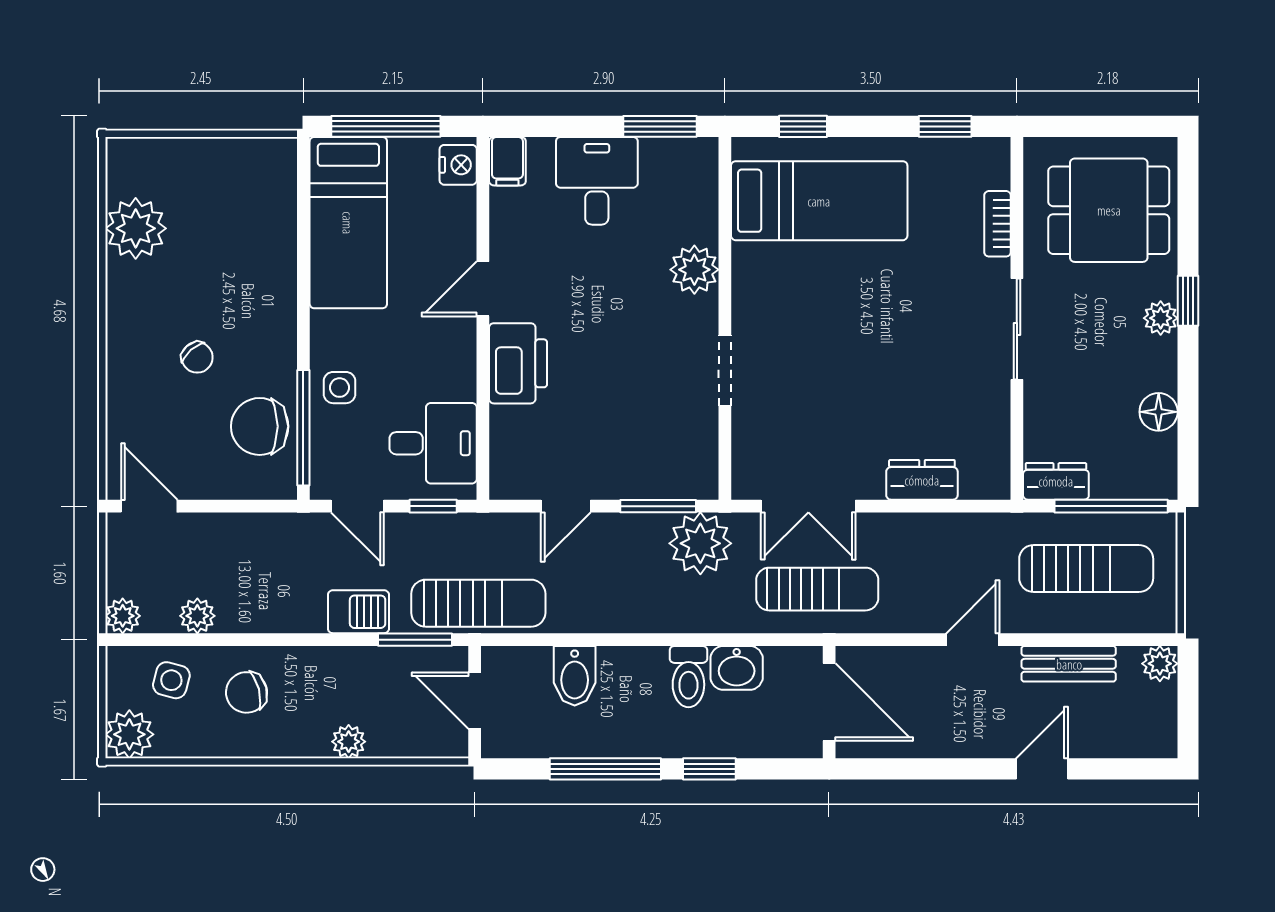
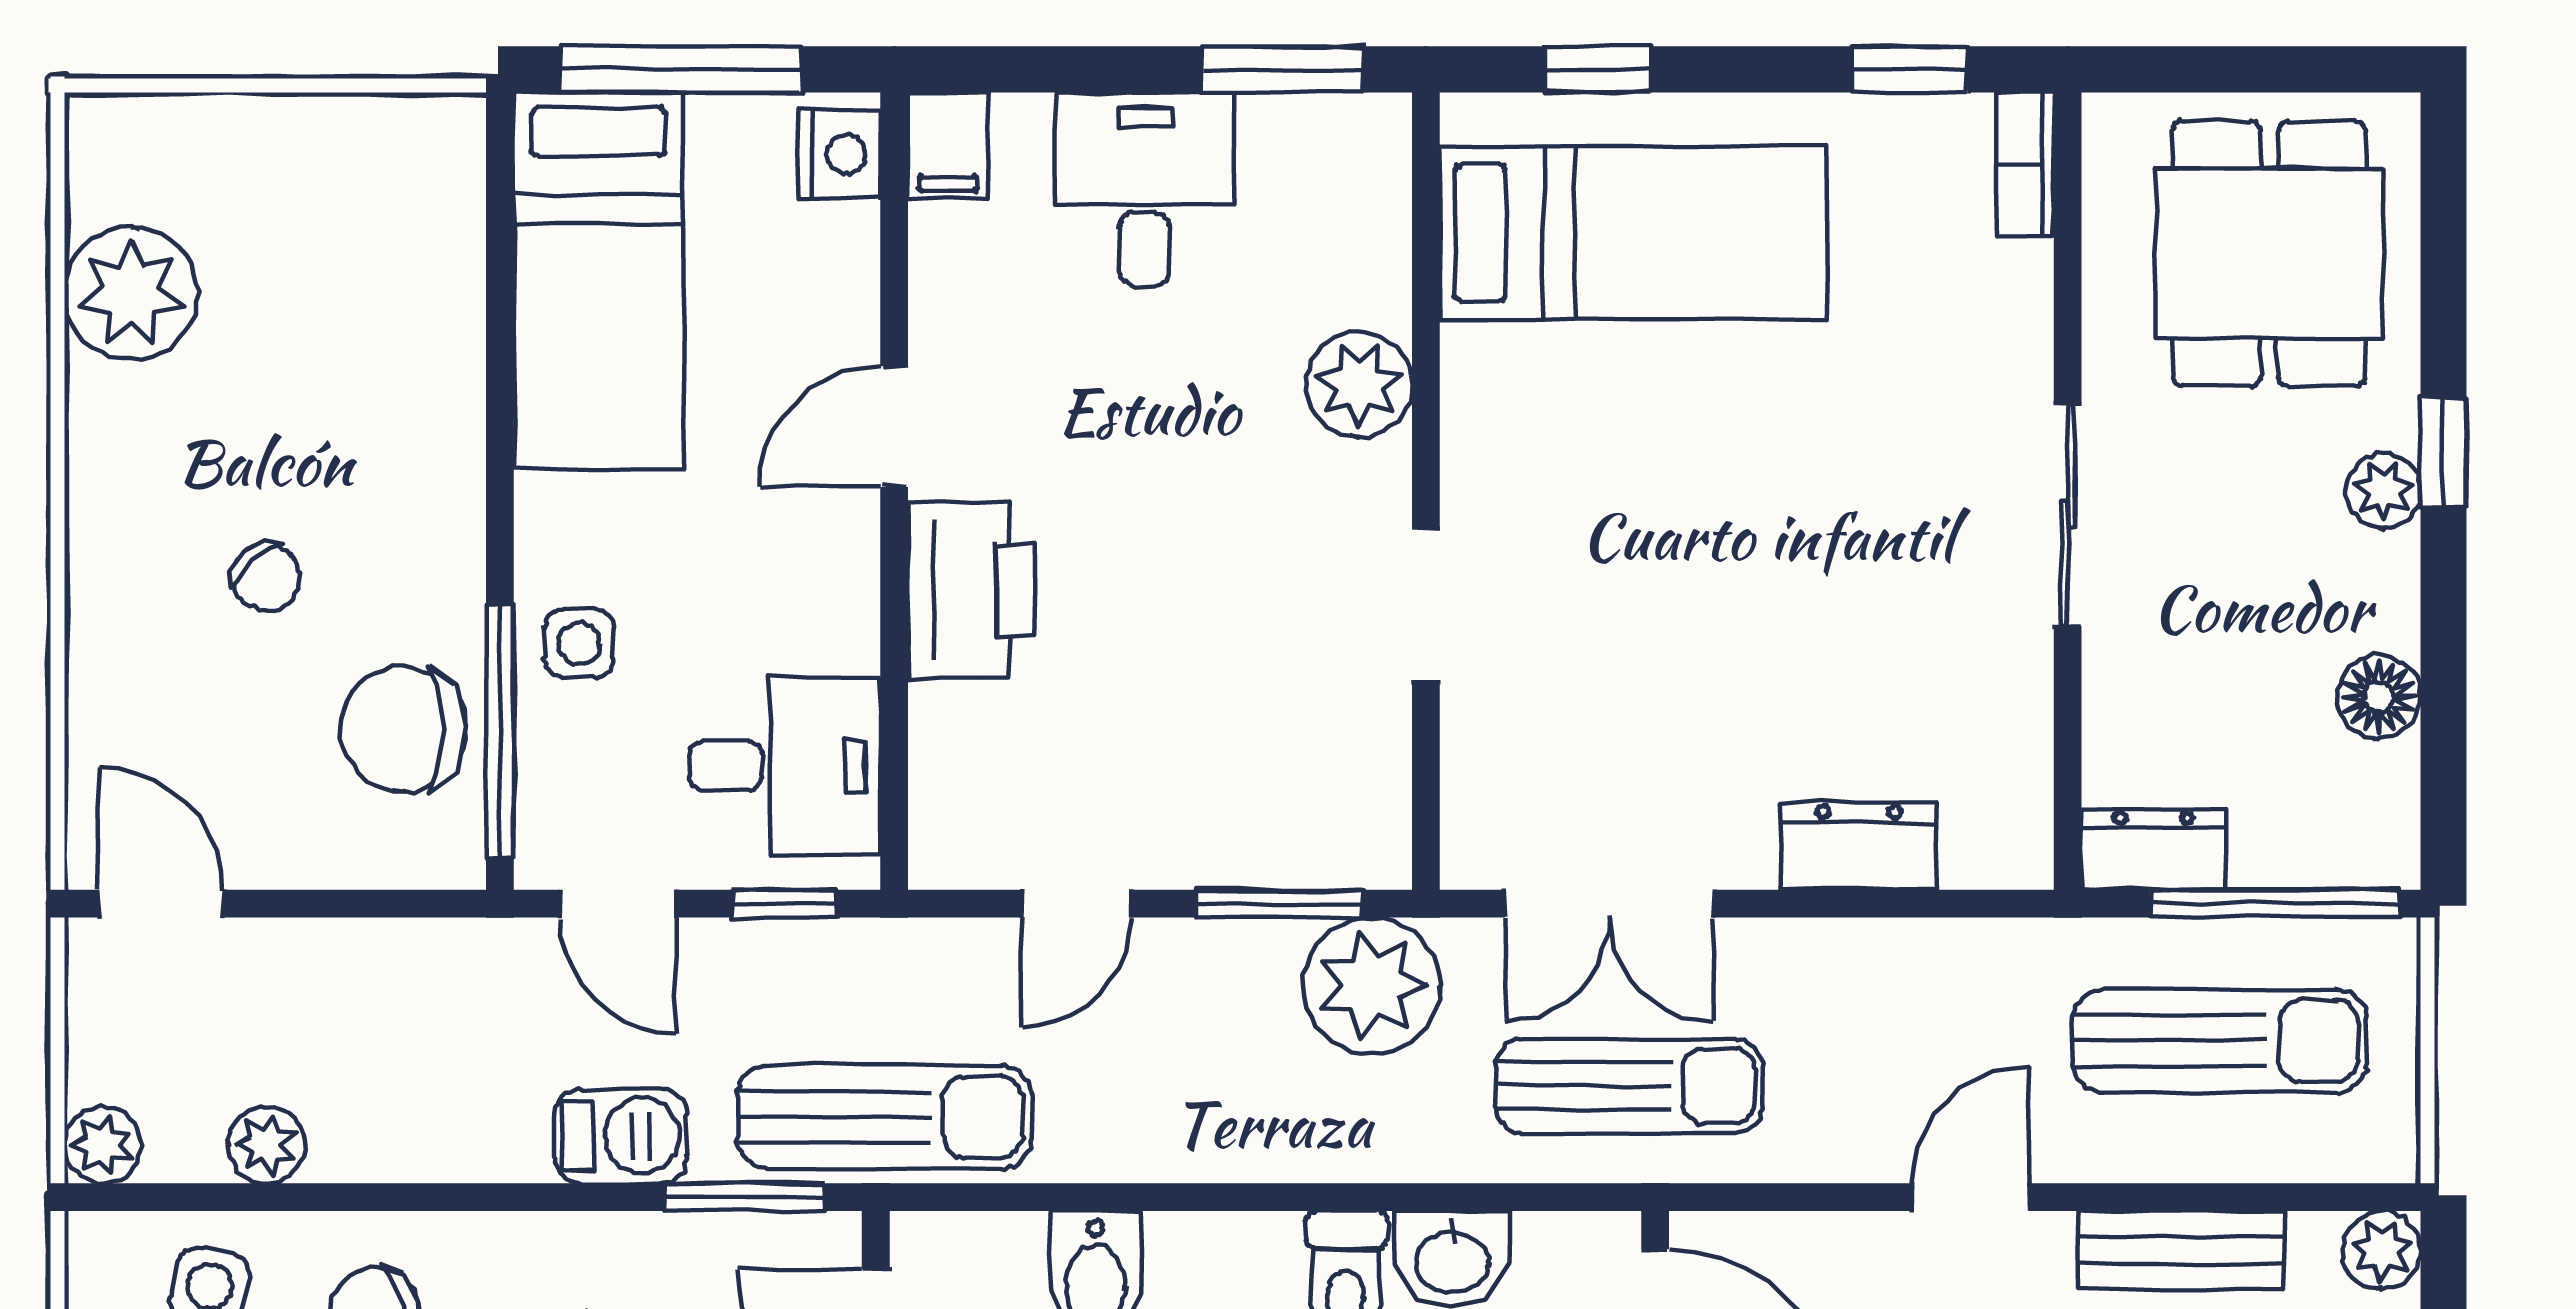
dining table: (1109, 210) -> (2269, 254), turned 90
bookcase: (998, 224) -> (2025, 165), moved

